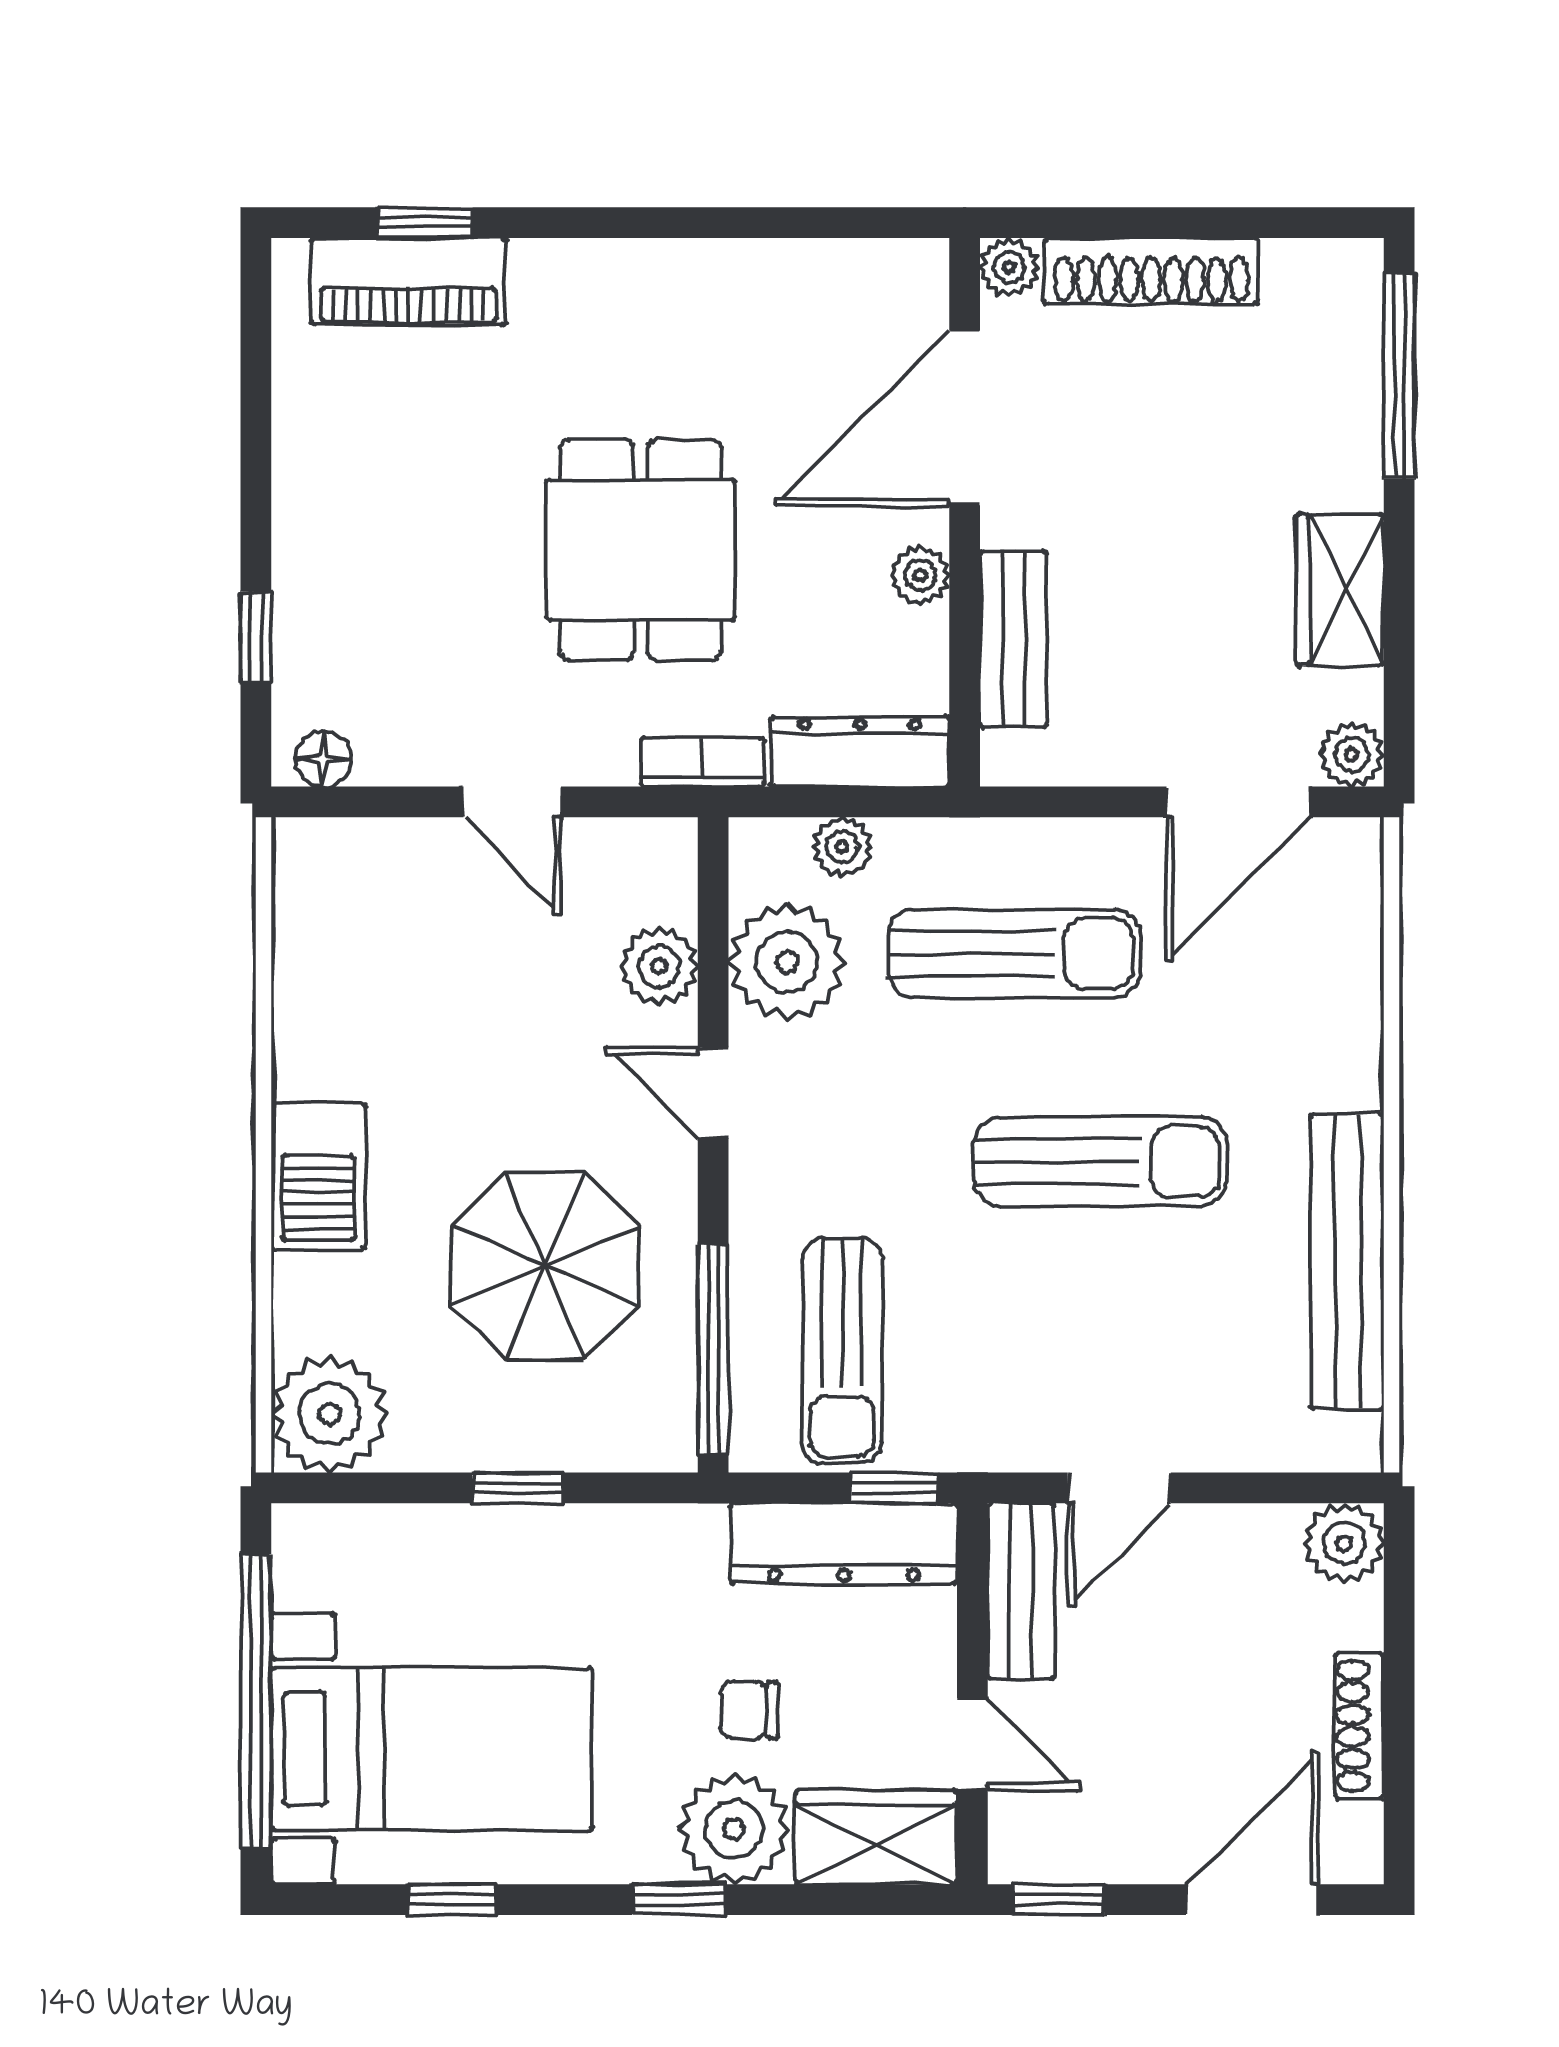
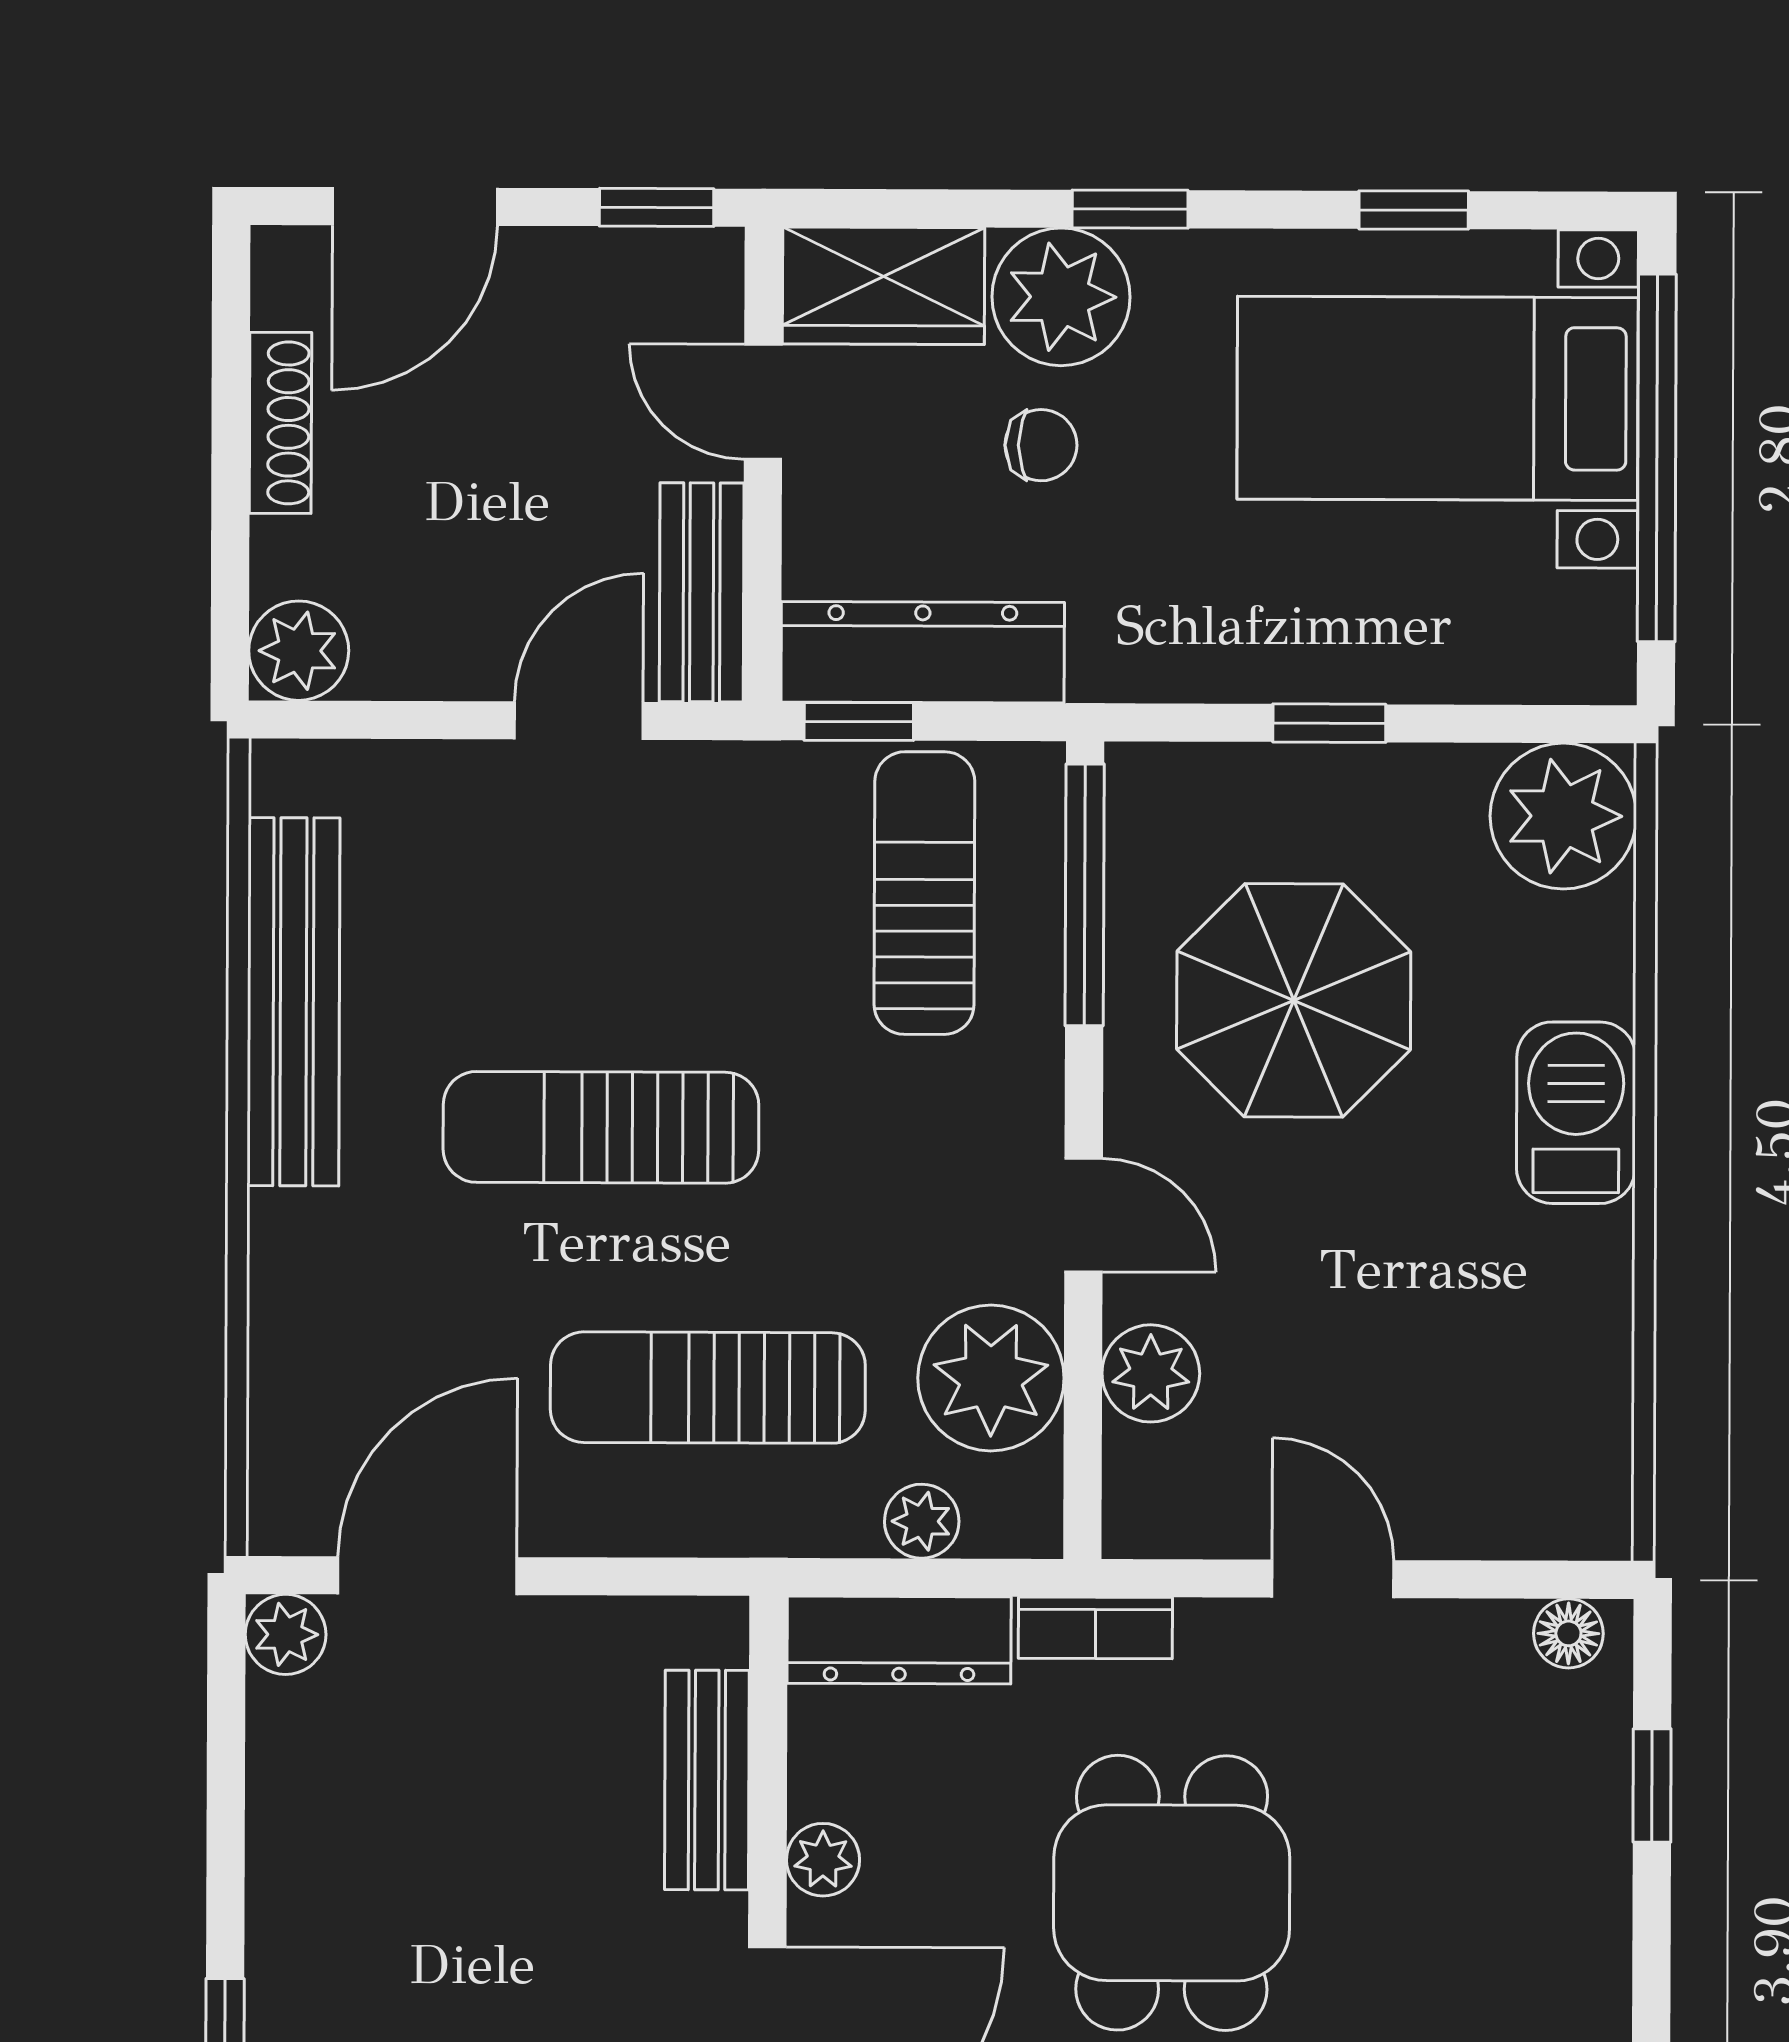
wardrobe: (1340, 590) -> (299, 1840), removed

